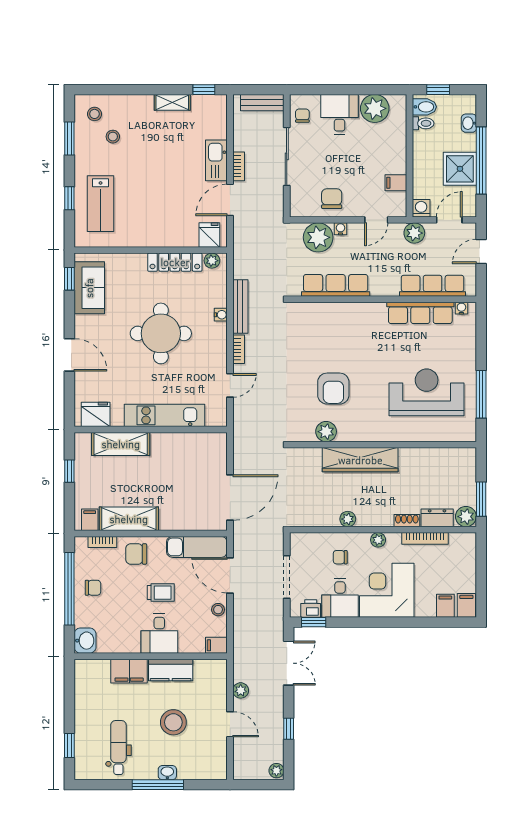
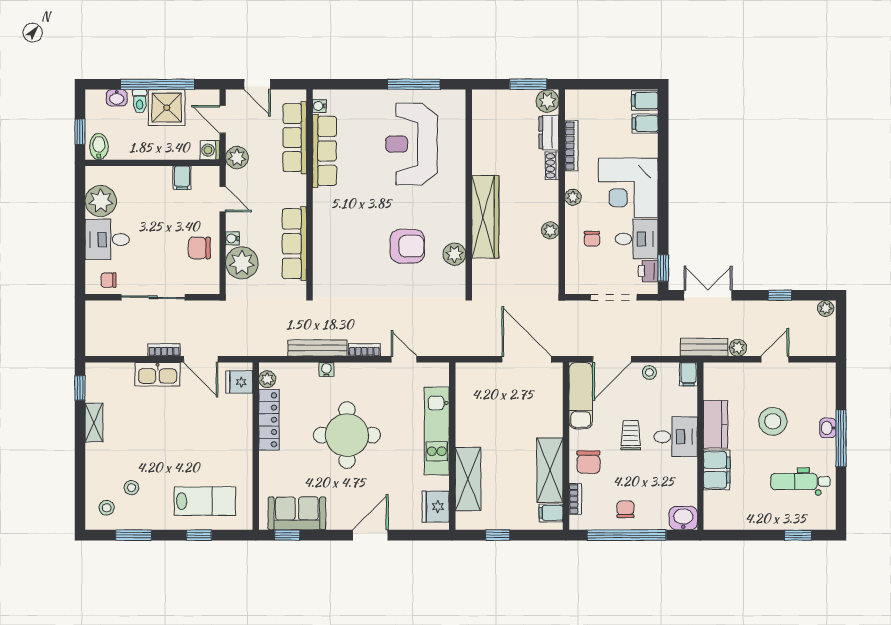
bench: (262, 103) -> (704, 347), moved, turned 90
toilet: (423, 123) -> (140, 101), moved, turned 180

